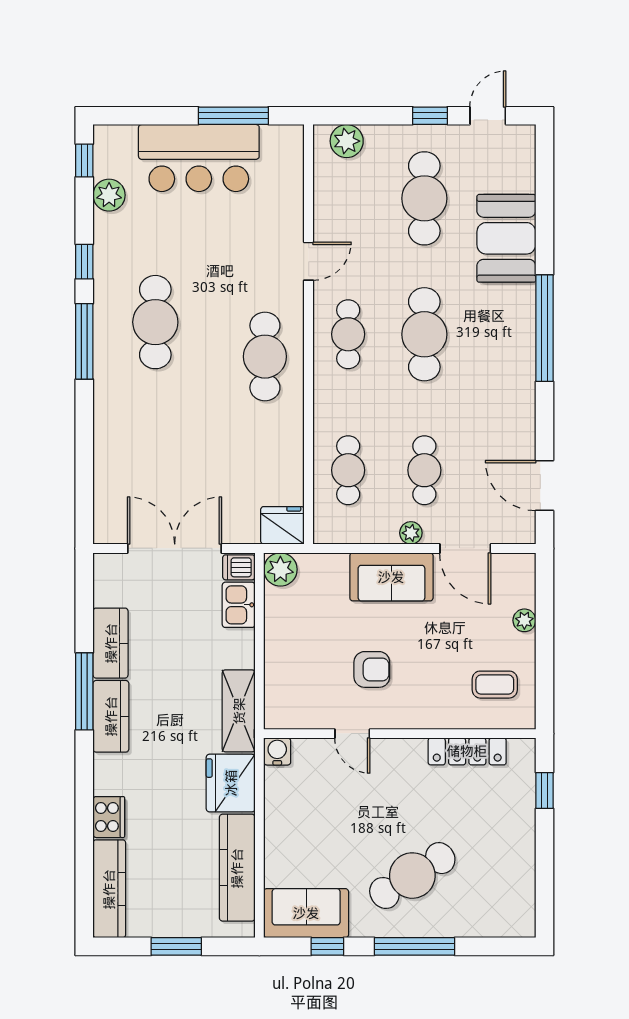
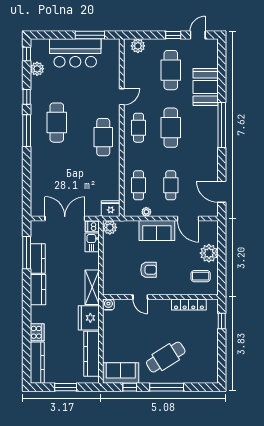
plant: (411, 533) -> (146, 212), moved
plant: (524, 620) -> (209, 253), width x1.87, depth x1.87
window: (84, 691) -> (27, 253), moved

